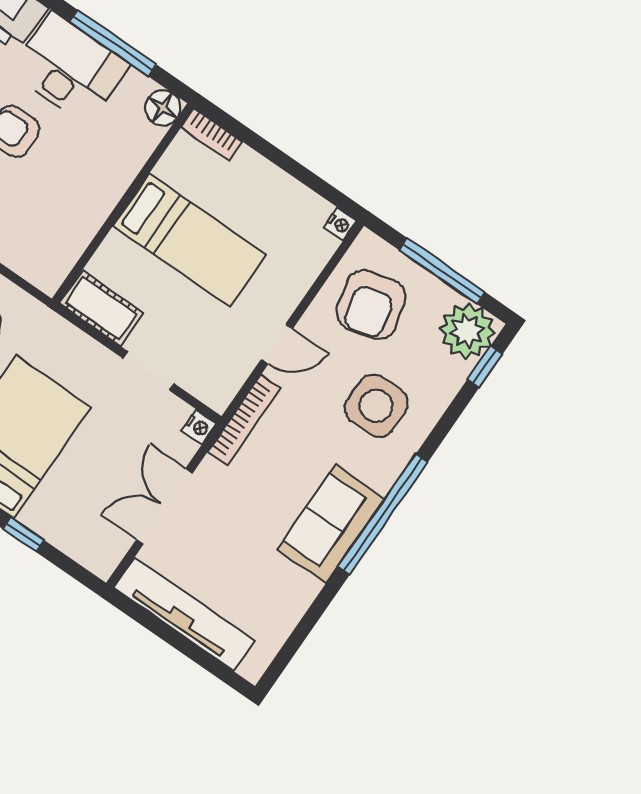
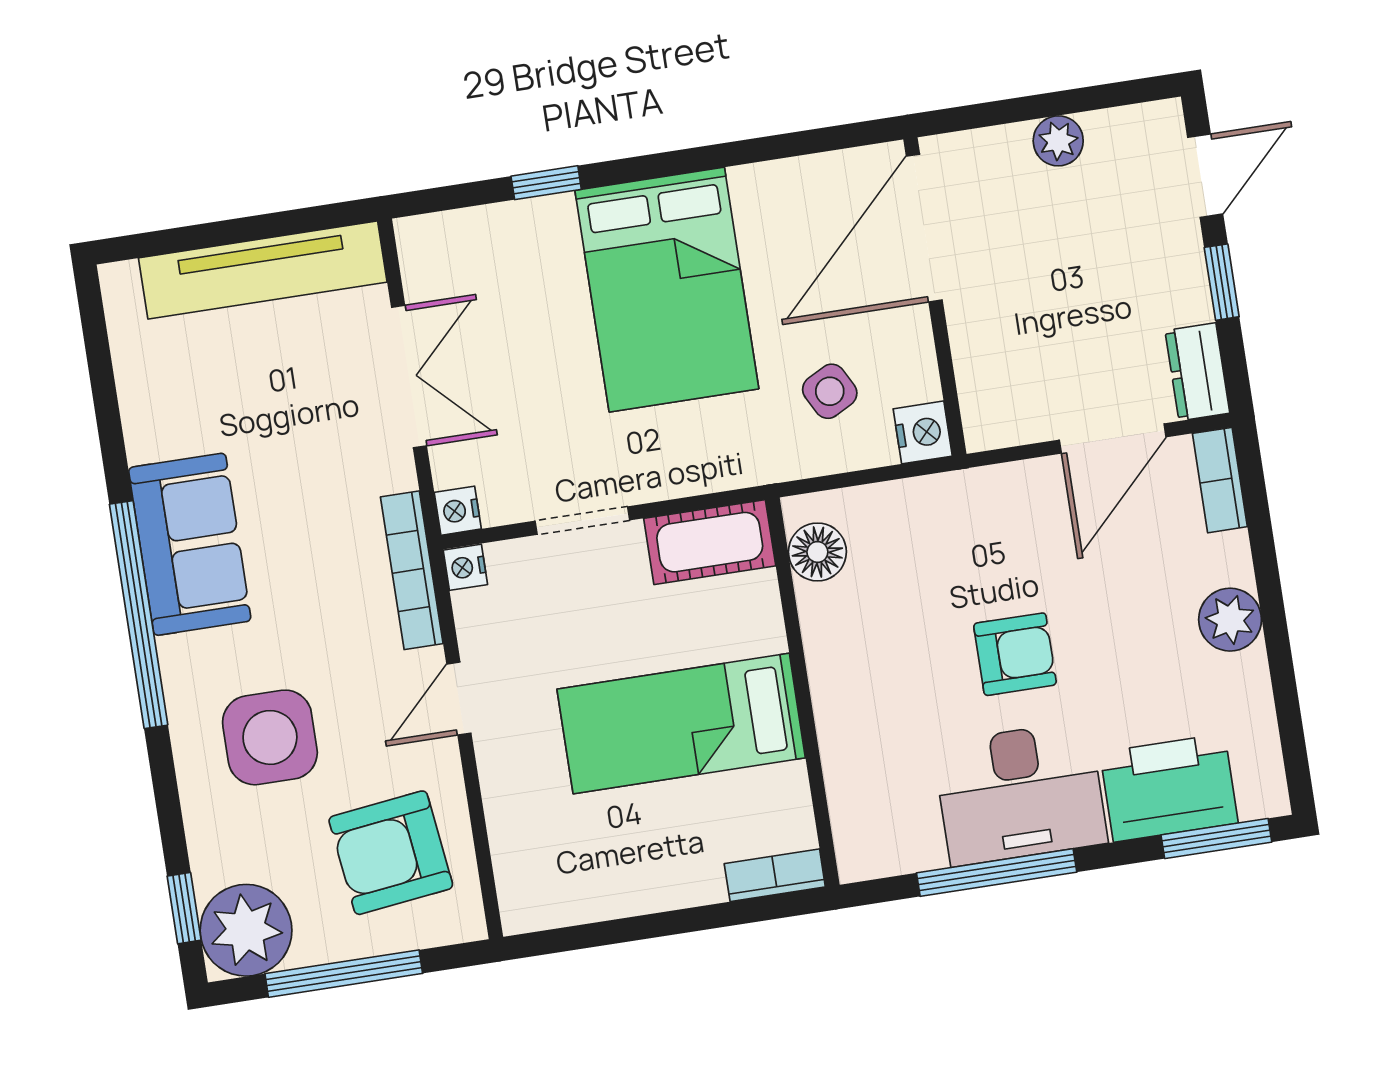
floor lamp: (163, 108) -> (817, 552), moved
nightstand: (340, 224) -> (465, 567), moved
armchair: (371, 305) -> (391, 853), turned -83

